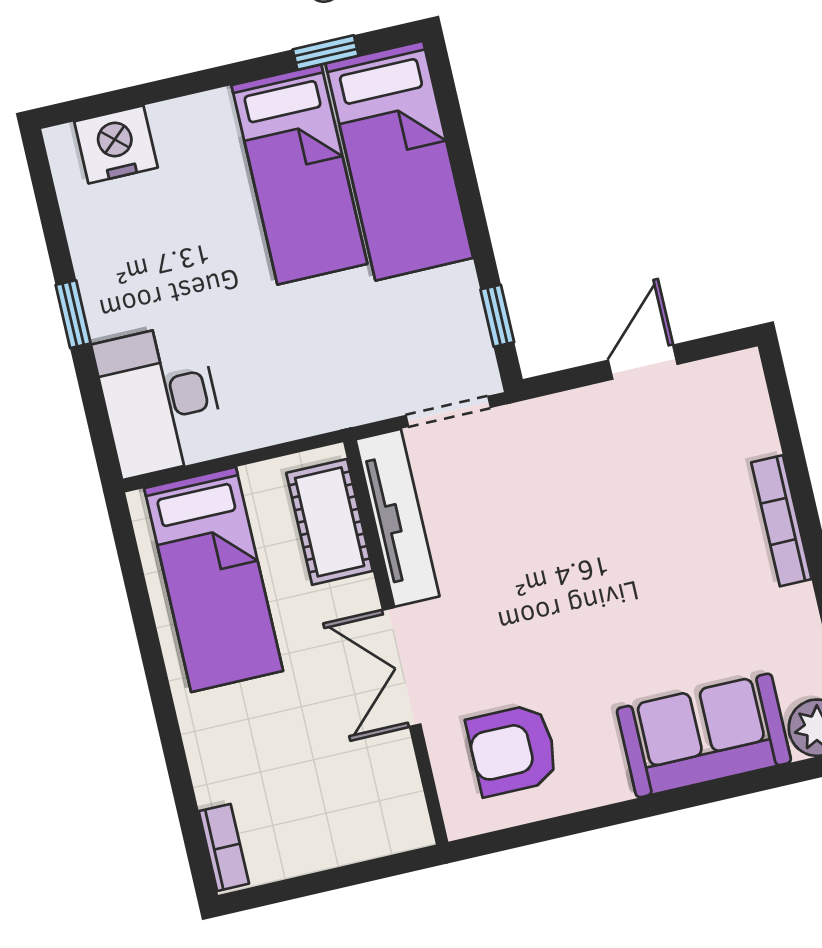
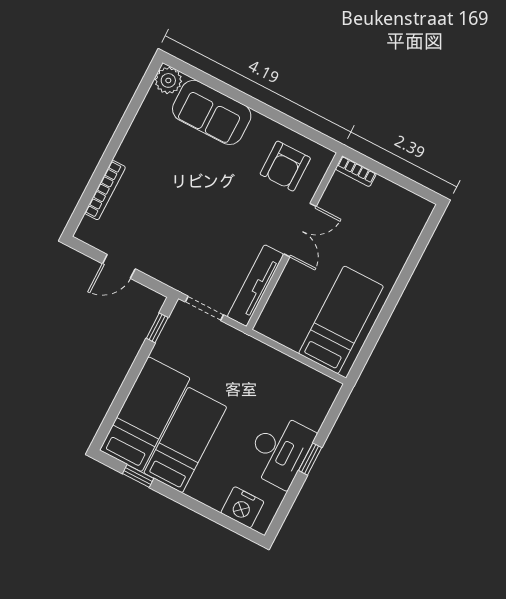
desk: (160, 400) -> (280, 451), moved
bookcase: (781, 521) -> (105, 190), moved
cot: (330, 522) -> (281, 305), removed
armchair: (513, 750) -> (285, 166), turned 90
bookcase: (224, 847) -> (356, 171), moved, turned -90

